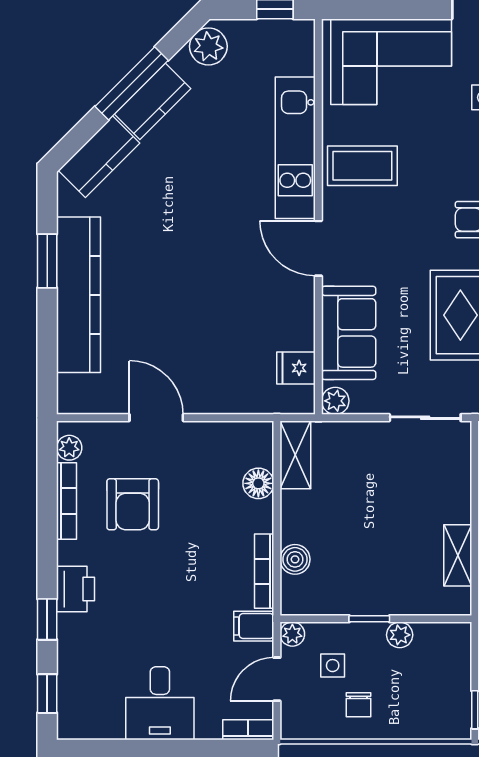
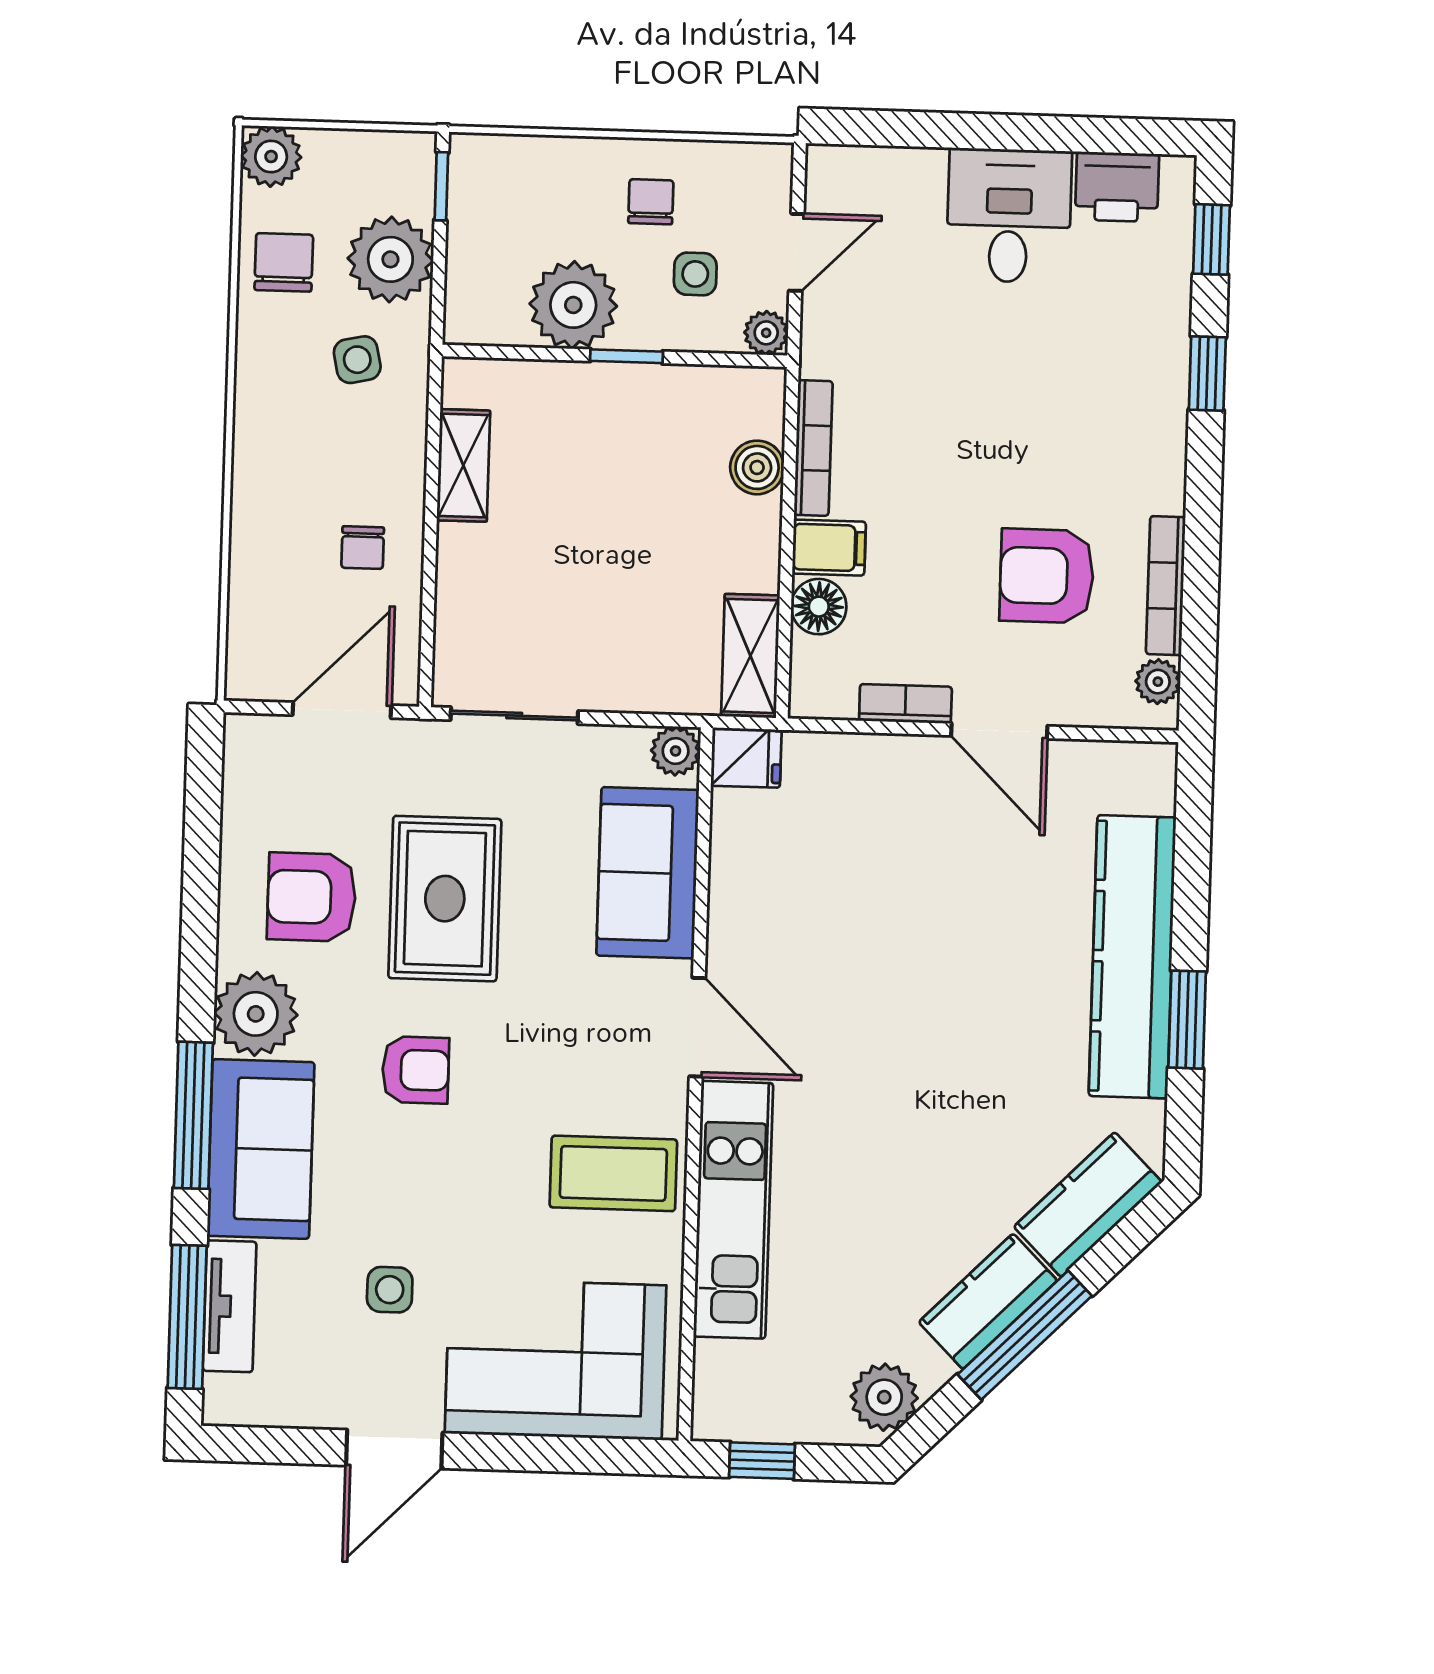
fridge: (296, 368) -> (746, 758), moved
armchair: (133, 504) -> (1047, 576), turned -90
printer: (76, 589) -> (1117, 187), moved, turned -90
filing cabinet: (254, 626) -> (829, 548), moved
plant: (400, 635) -> (573, 305), width x1.88, depth x1.88
bookcase: (248, 730) -> (905, 704), moved, turned 180

